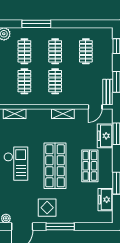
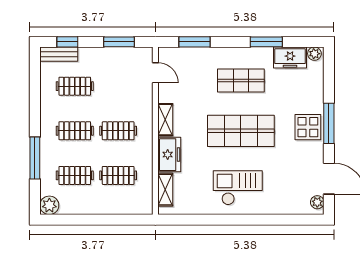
bench: (108, 92) -> (59, 54), moved
freezer: (105, 136) -> (169, 155), moved, turned -90
display table: (47, 208) -> (308, 127), moved
plant: (108, 216) -> (314, 54), added

